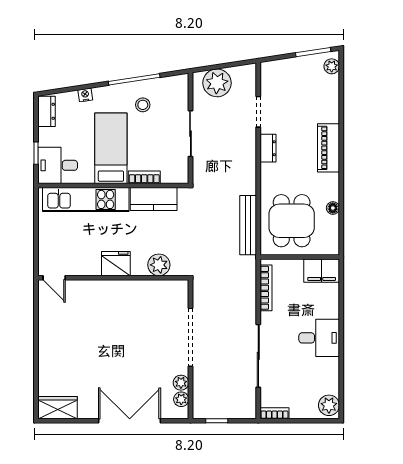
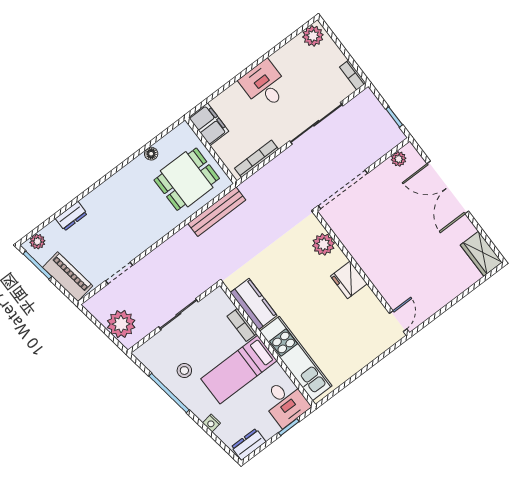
dresser: (268, 148) -> (71, 216), moved, turned 180
piano: (328, 148) -> (68, 277), moved, turned -99
fridge: (116, 264) -> (349, 280), moved
plant: (159, 265) -> (323, 244), moved
door: (54, 278) -> (398, 321), moved
wall: (113, 278) -> (362, 273), moved
plant: (181, 383) -> (385, 169), removed

